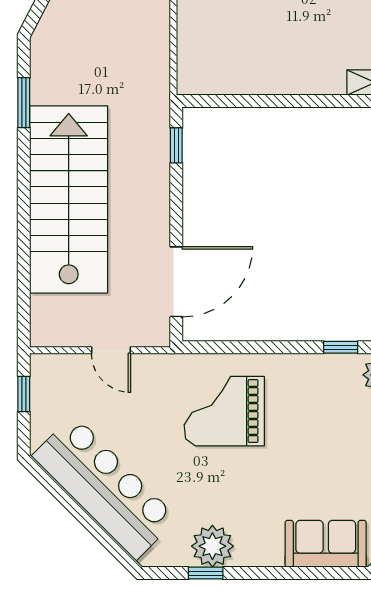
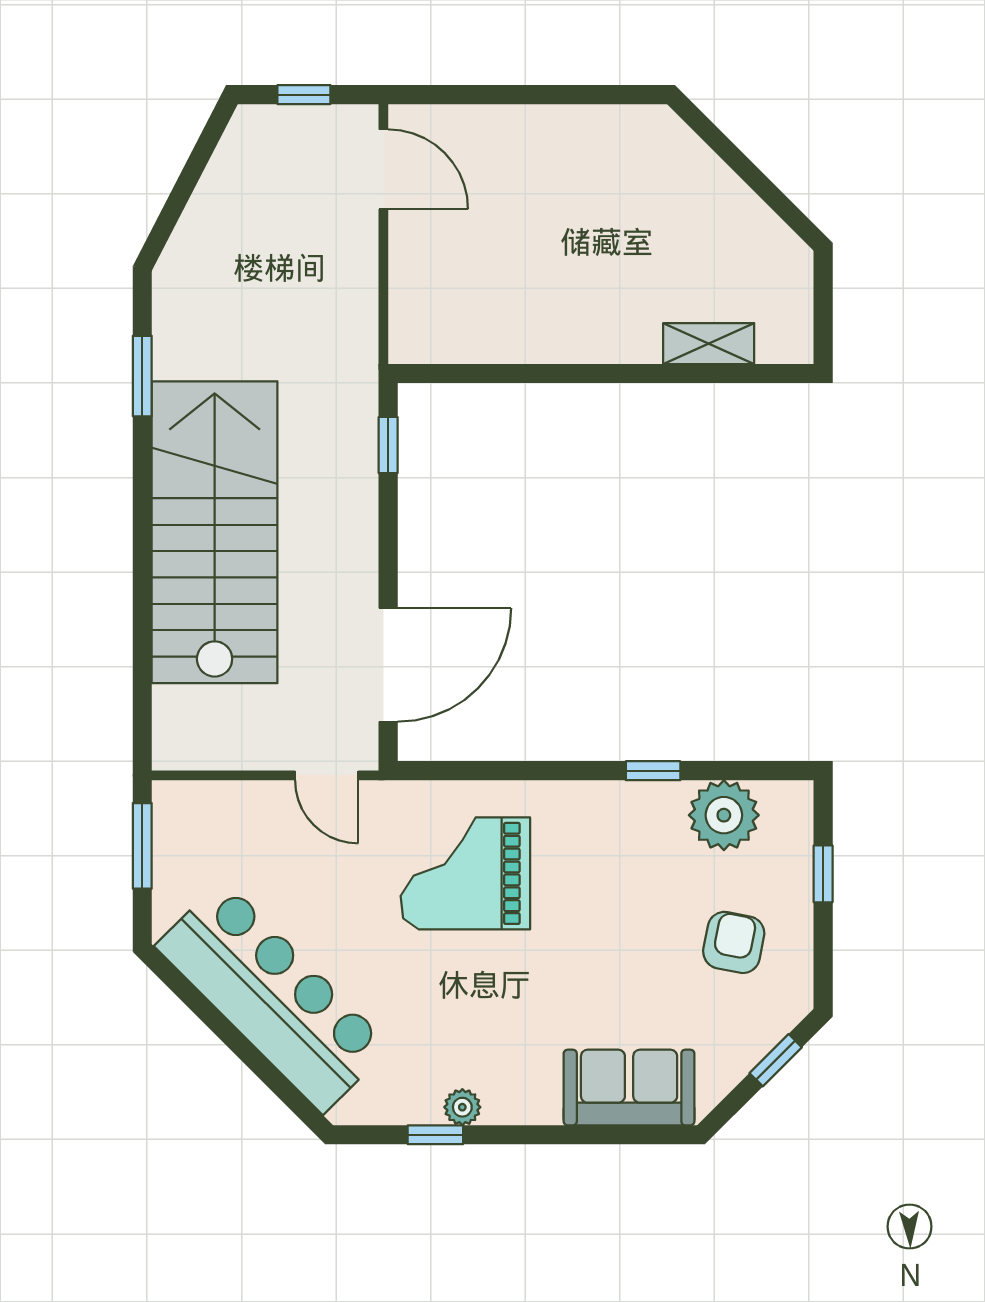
door: (111, 350) -> (327, 775), moved
window: (24, 394) -> (142, 846), width x1.50
plant: (212, 546) -> (462, 1107), width x0.53, depth x0.53

